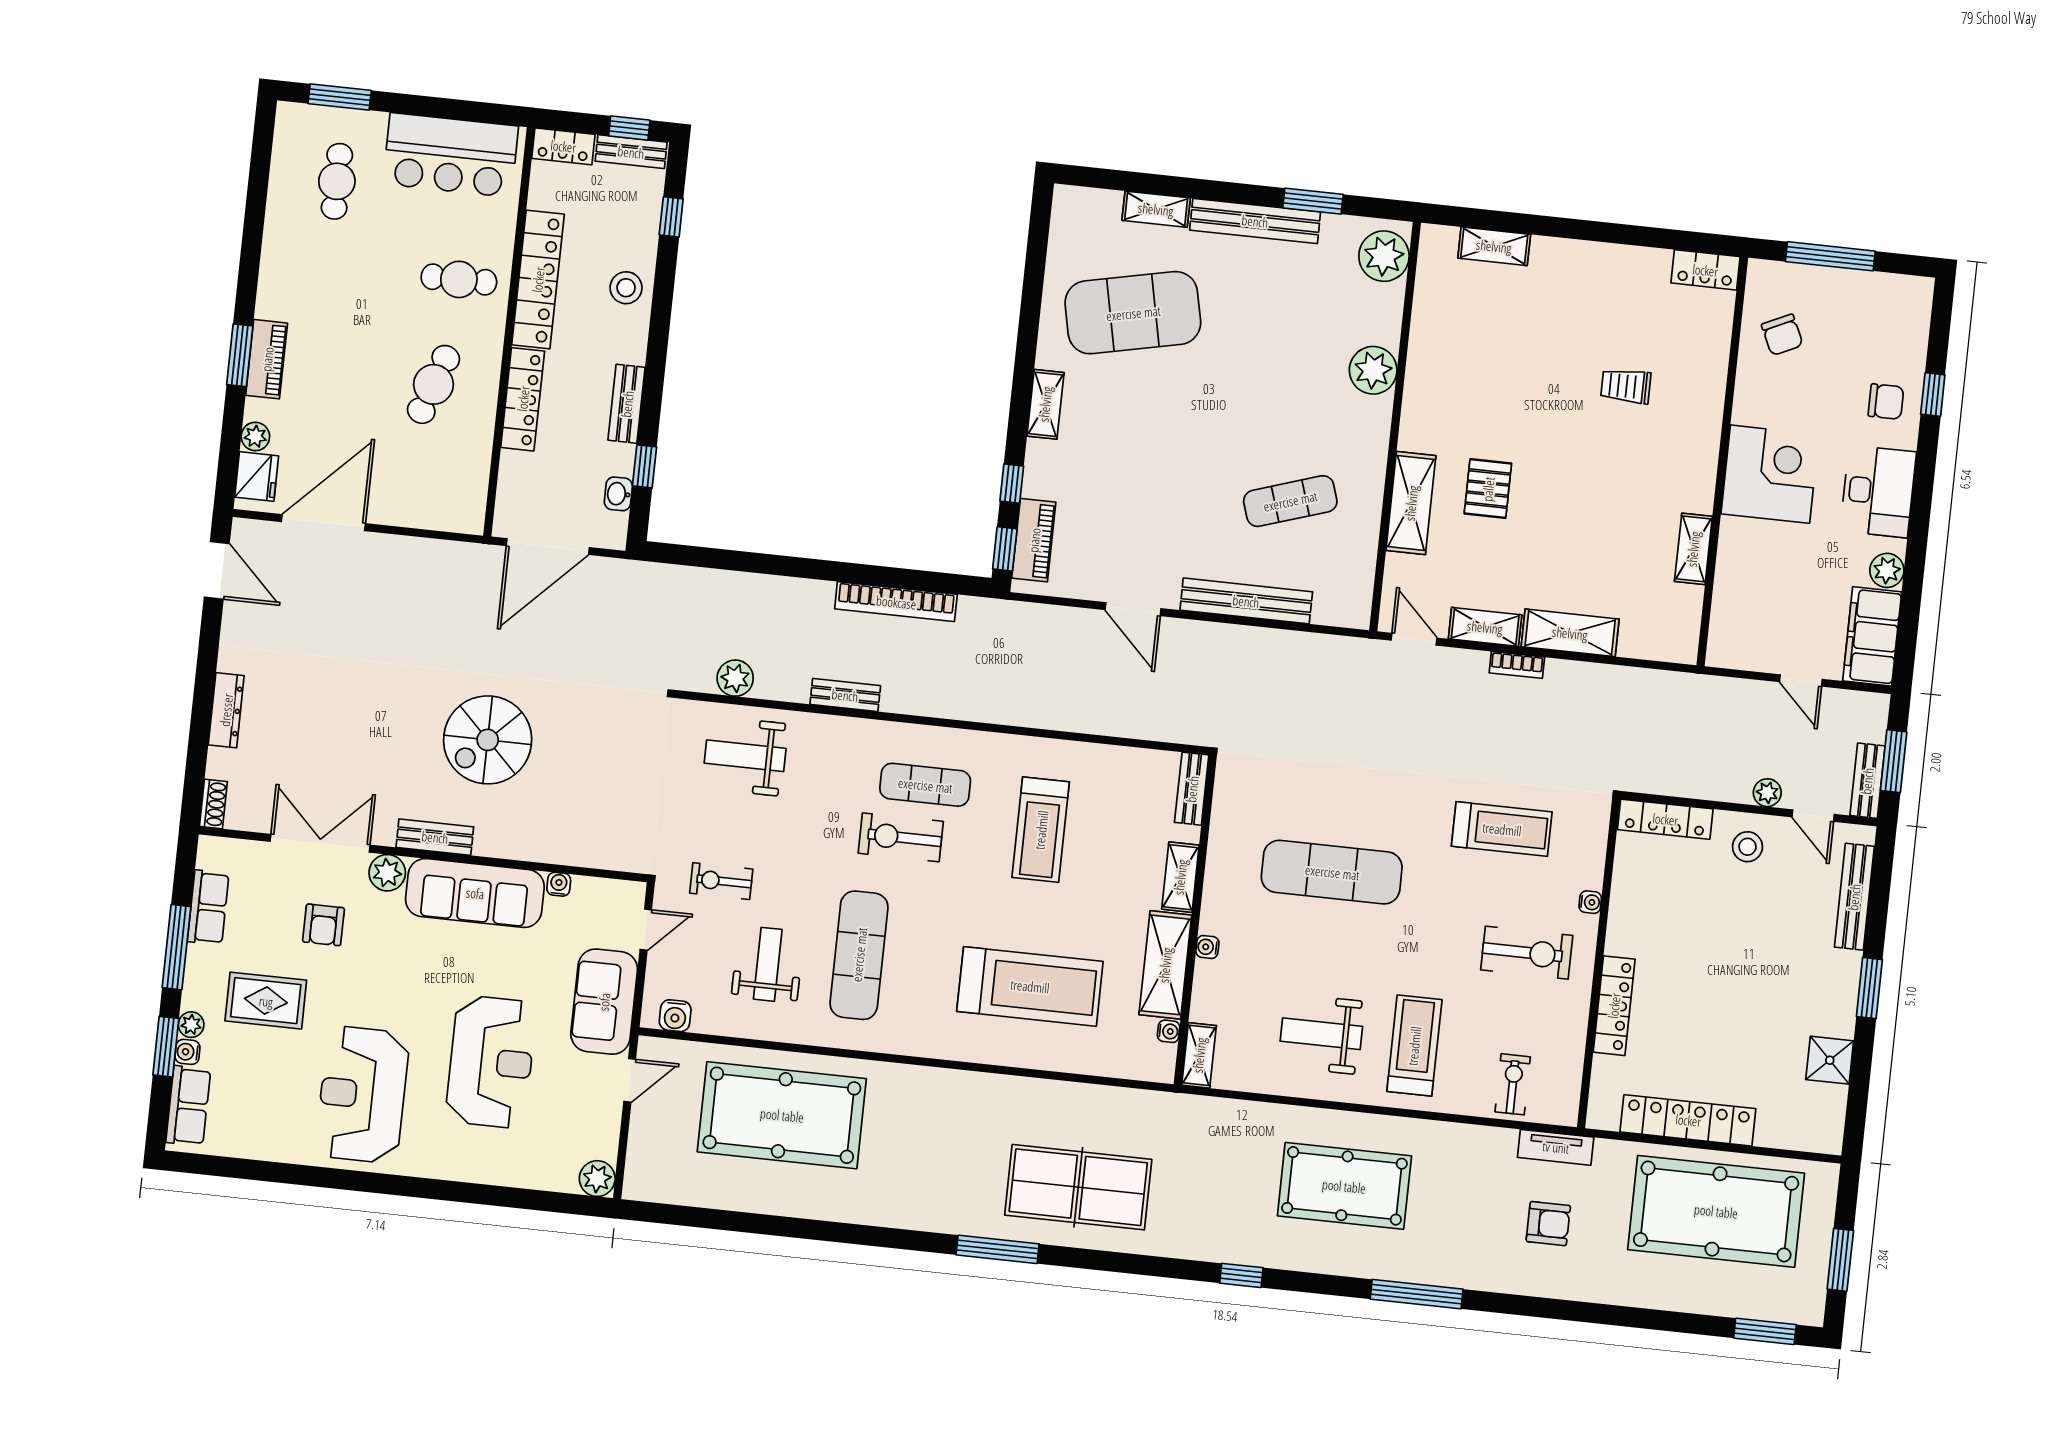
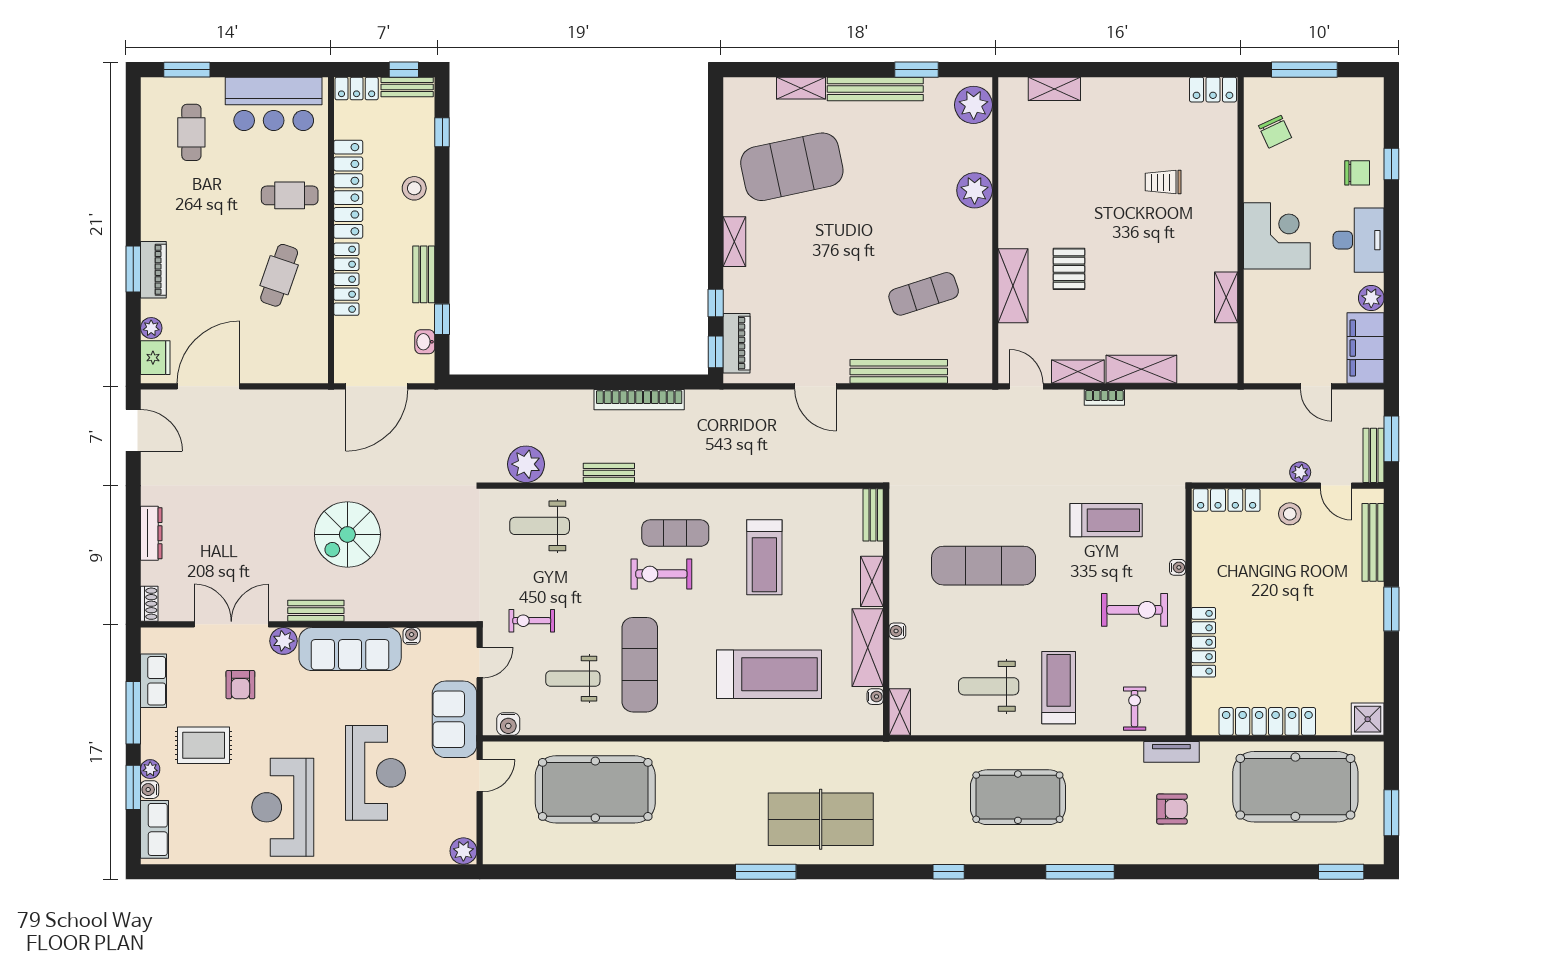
plant: (735, 678) -> (526, 464), width x1.36, depth x1.36
weight bench: (768, 964) -> (573, 679), turned -90
shower: (1830, 1060) -> (1368, 719), moved

